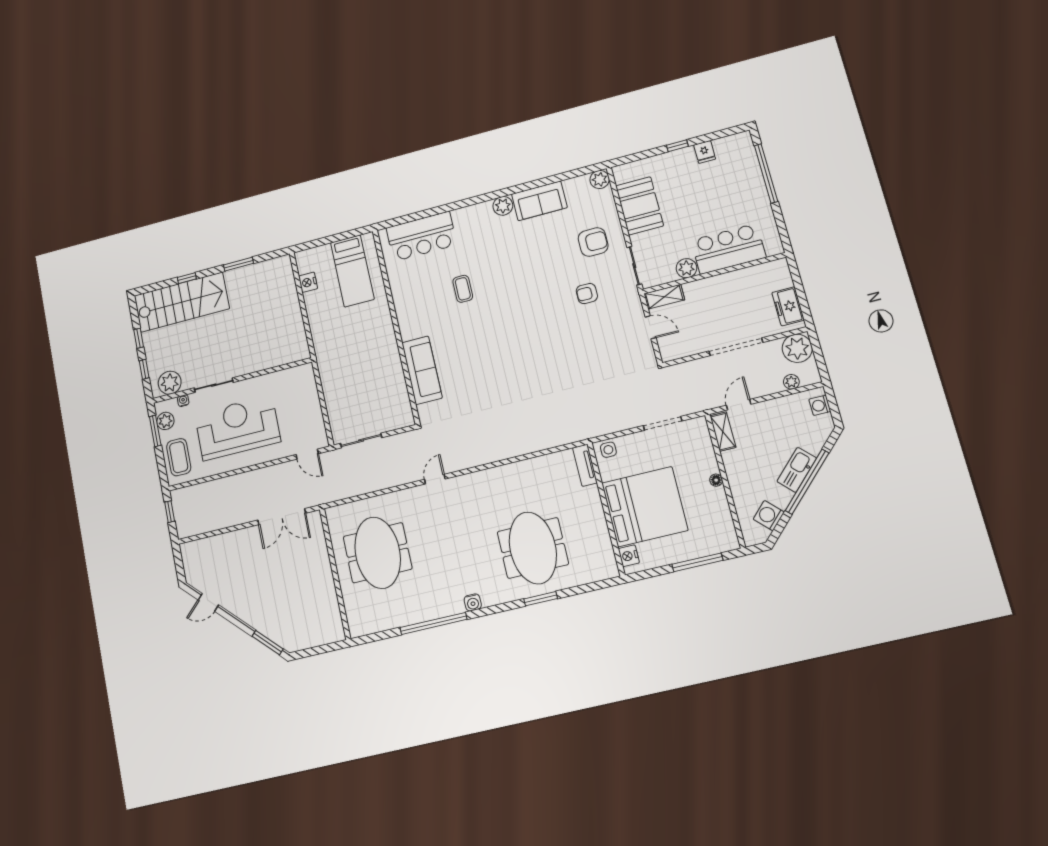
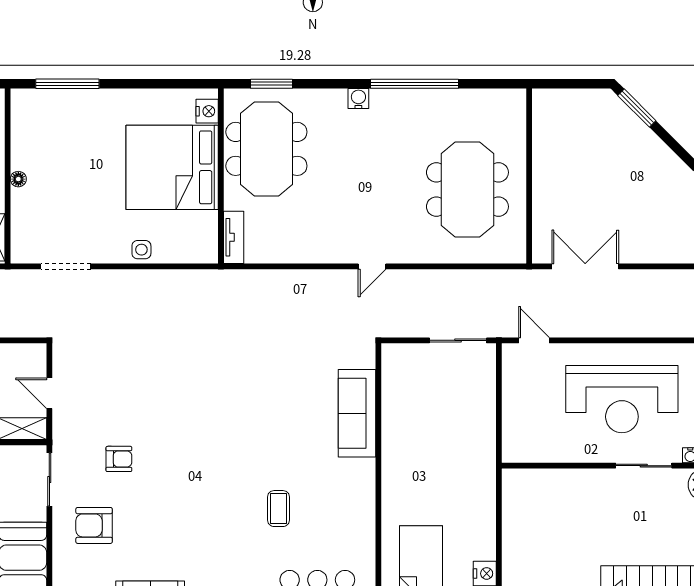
tv unit: (585, 465) -> (234, 237), moved
bed: (645, 507) -> (172, 167), moved
wall: (606, 509) -> (221, 176), moved
nightstand: (629, 556) -> (207, 111), moved

